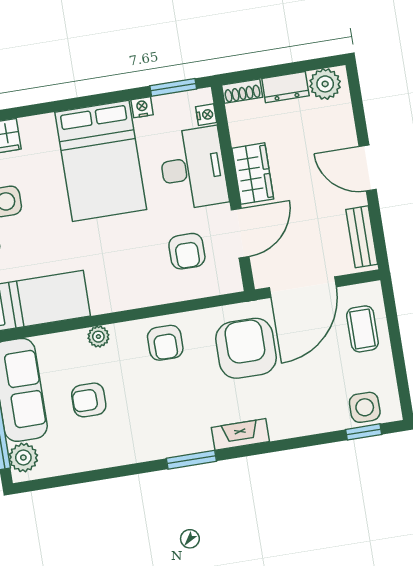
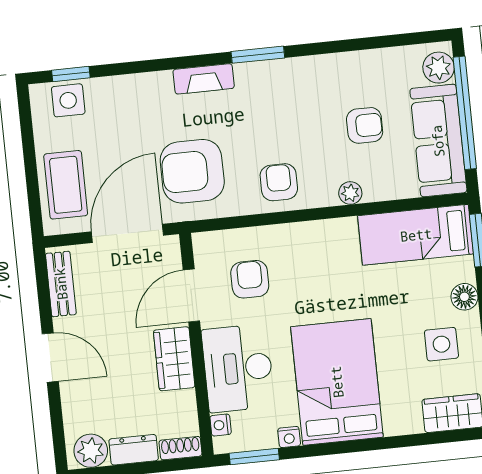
coffee table: (362, 329) -> (66, 185), width x1.36, depth x1.30
armchair: (246, 348) -> (192, 171), turned 90

